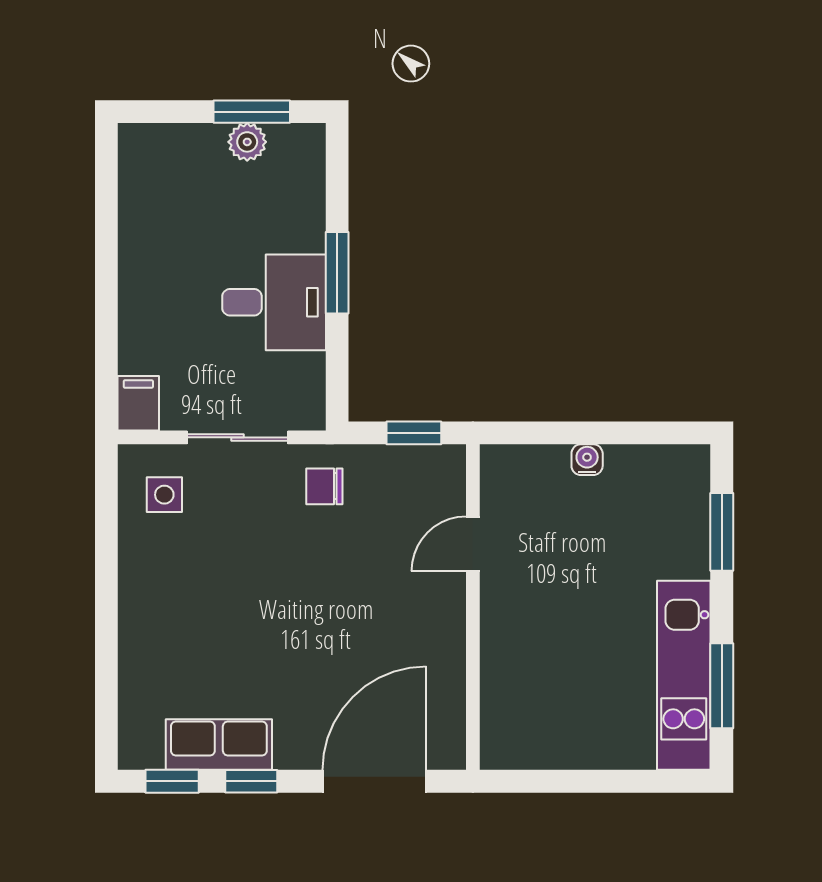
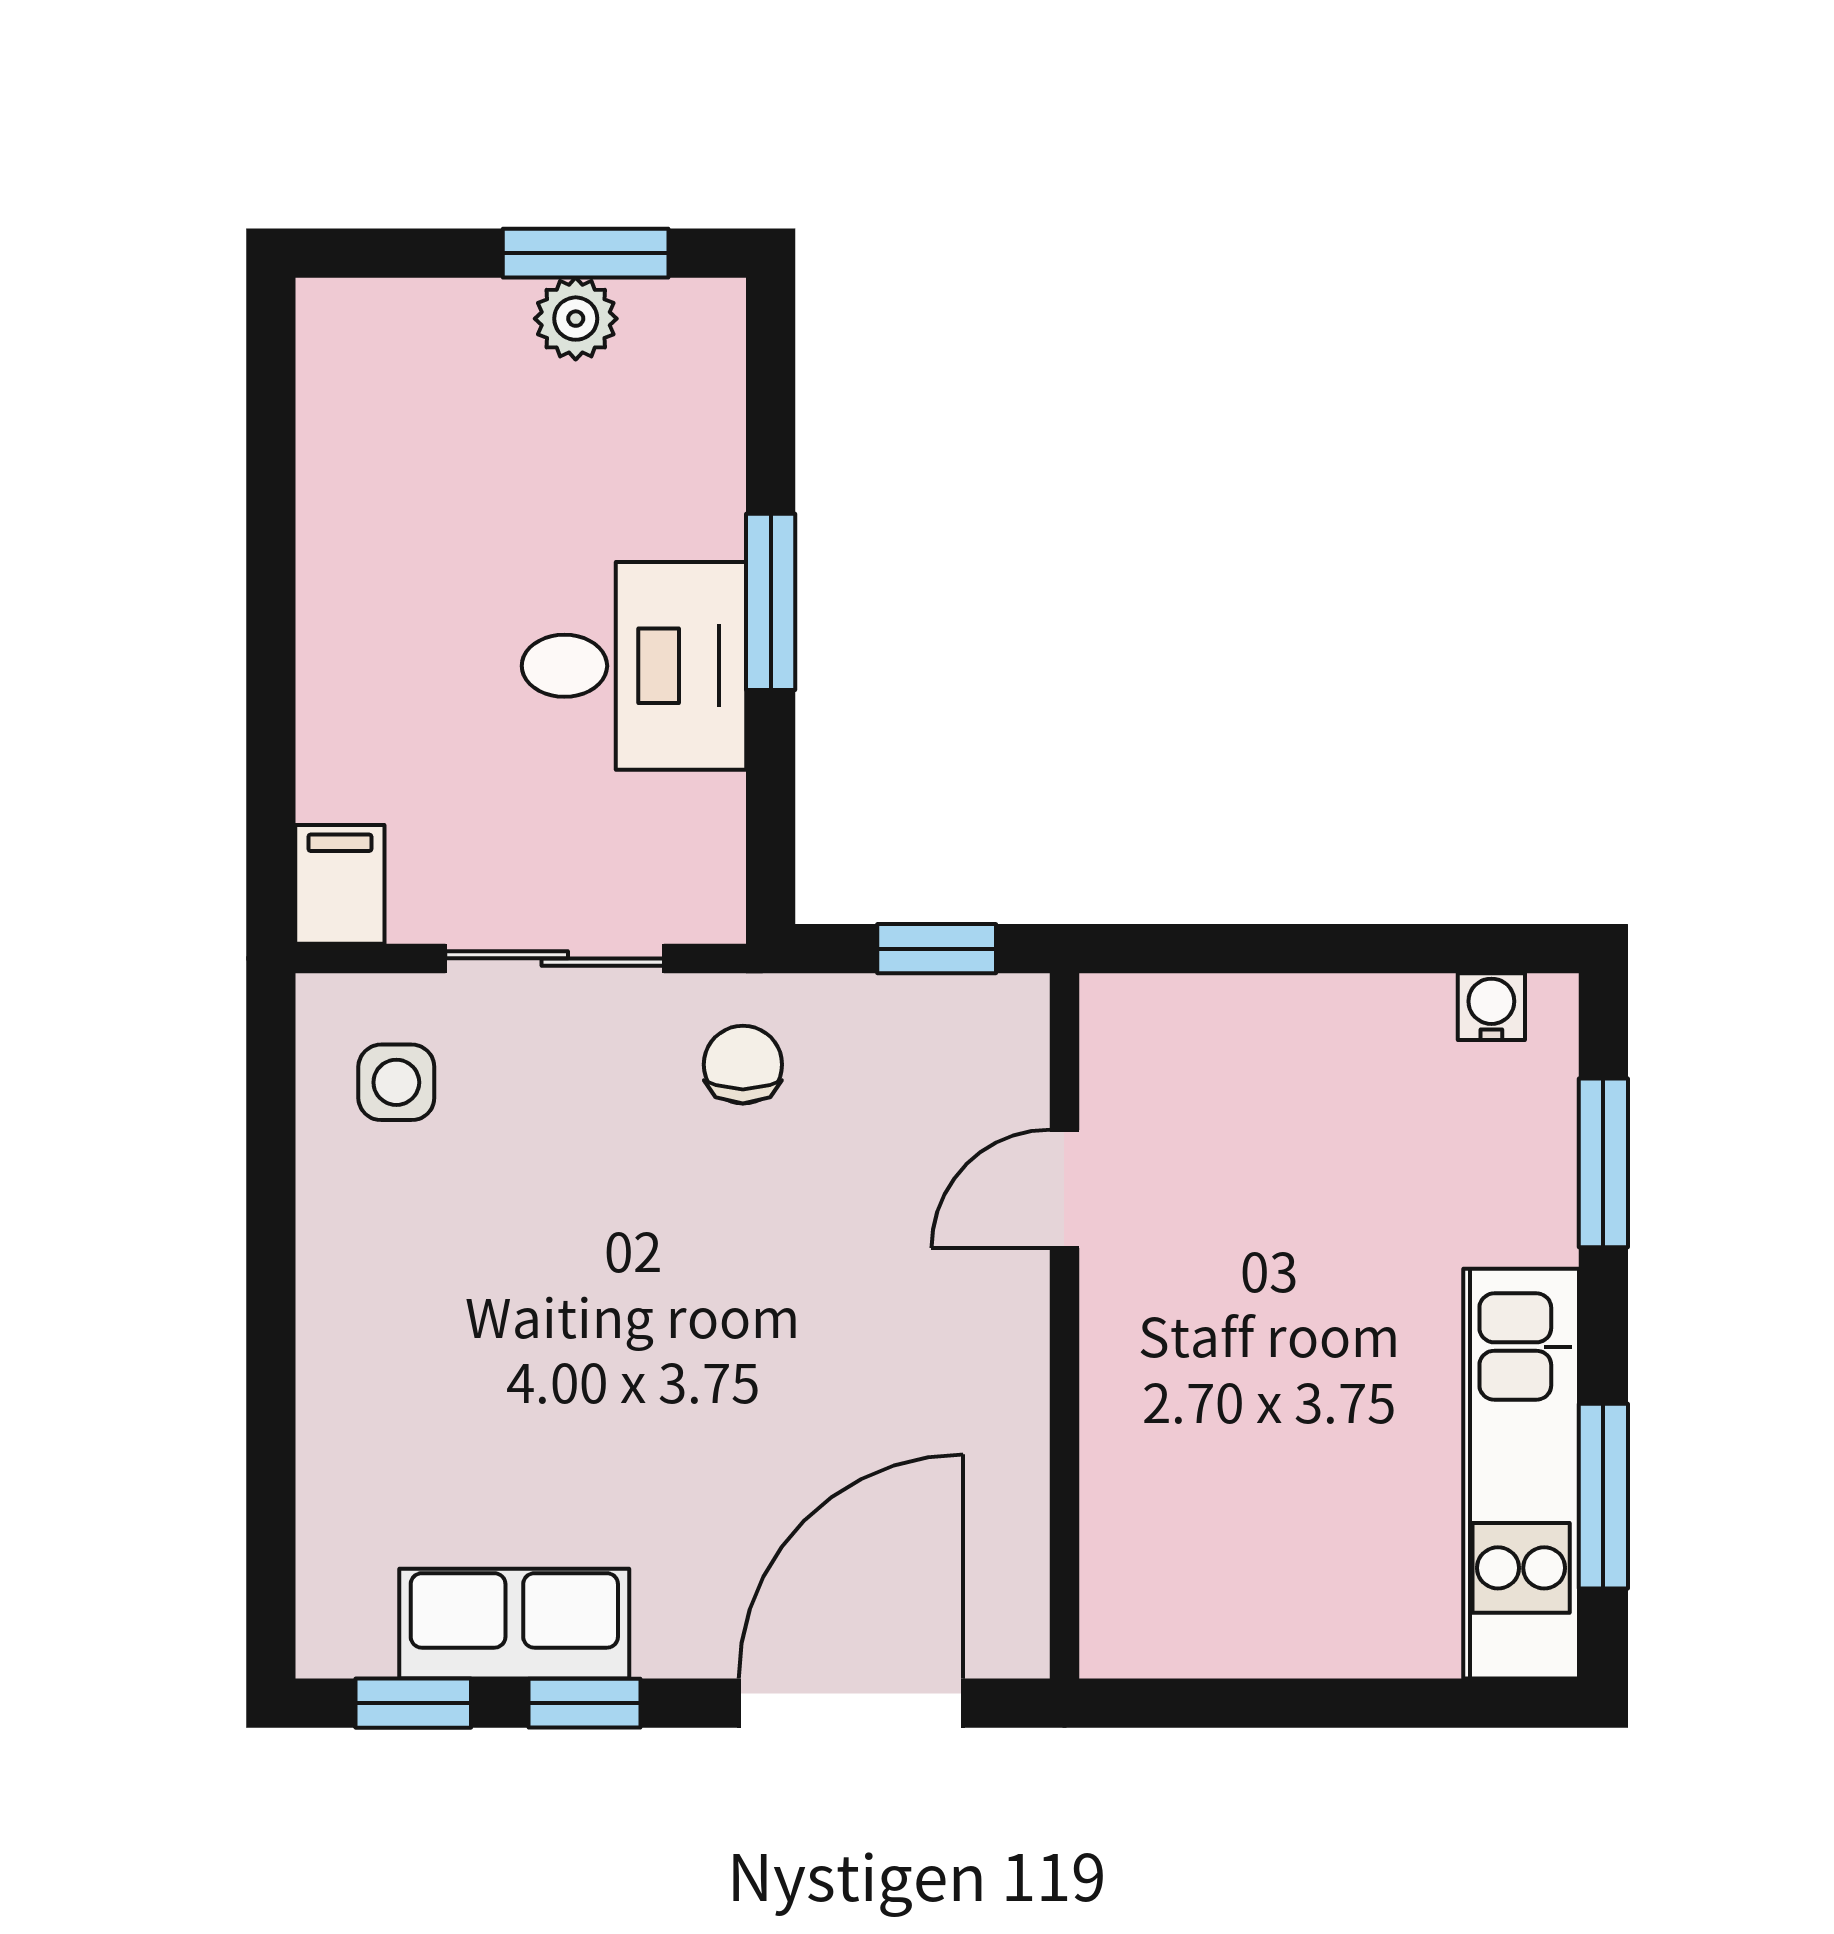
water cooler: (587, 460) -> (1491, 1007), moved
chair: (324, 486) -> (743, 1065), turned 90

